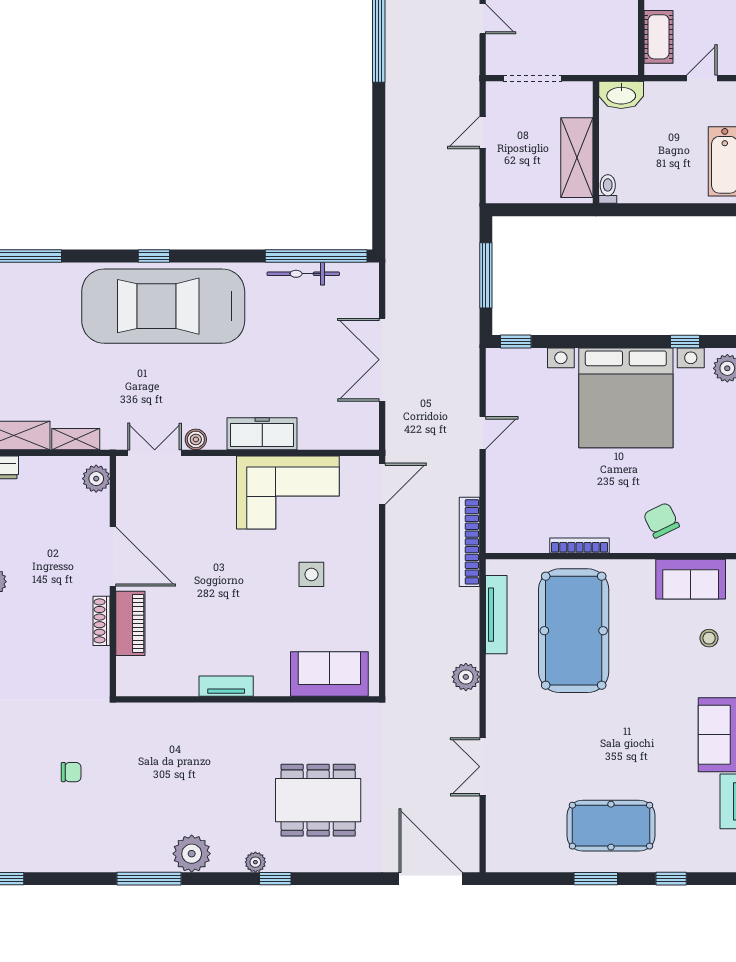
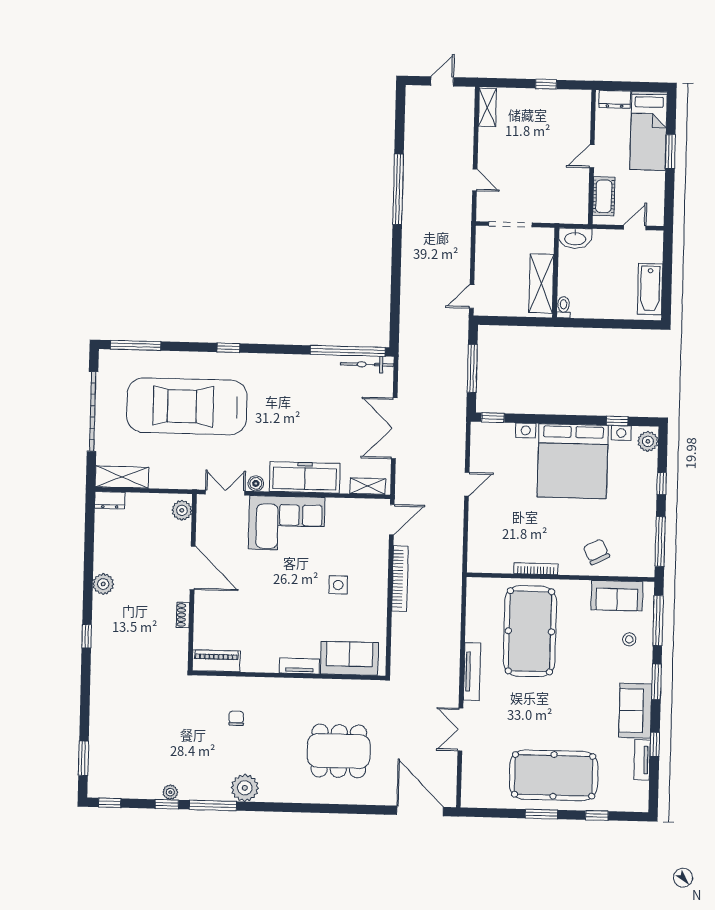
door: (483, 133) -> (472, 296), moved
bicycle: (303, 274) -> (367, 364), moved
car: (163, 306) -> (187, 406), moved
freezer: (262, 434) -> (305, 477), width x1.36, depth x1.26
shelving: (76, 439) -> (368, 486), moved
corner sofa: (288, 492) -> (287, 523), moved
bookcase: (469, 542) -> (400, 579), moved, turned 180
tv unit: (496, 615) -> (472, 672), moved
shoe rack: (102, 621) -> (183, 615), width x0.70
piano: (130, 623) -> (216, 661), moved, turned -90
plant: (466, 677) -> (450, 663), removed
tv unit: (226, 686) -> (299, 666), moved
chair: (71, 772) -> (236, 718), moved, turned -90
pool table: (611, 826) -> (554, 775), width x1.36, depth x1.32
plant: (255, 862) -> (170, 792), moved
window: (275, 879) -> (167, 804), moved

